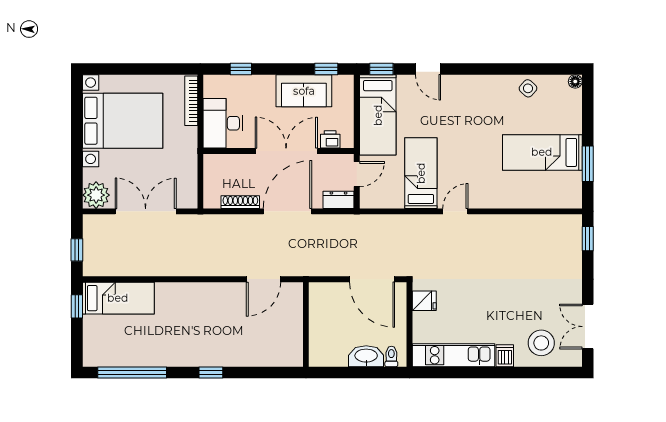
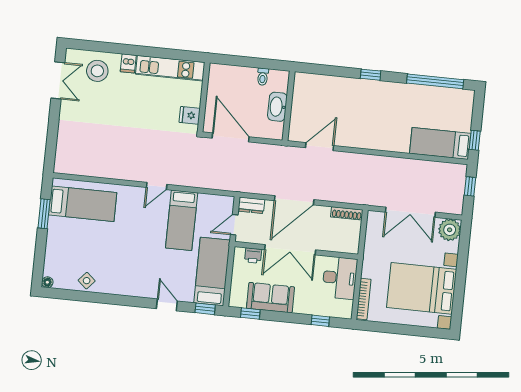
bed: (542, 152) -> (83, 204), moved
shoe rack: (240, 202) -> (347, 213), moved
window: (588, 239) -> (50, 152), removed
washbasin: (366, 356) -> (277, 107), moved, turned 90
toilet: (391, 356) -> (263, 77), moved

